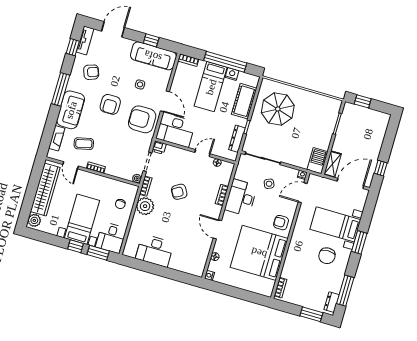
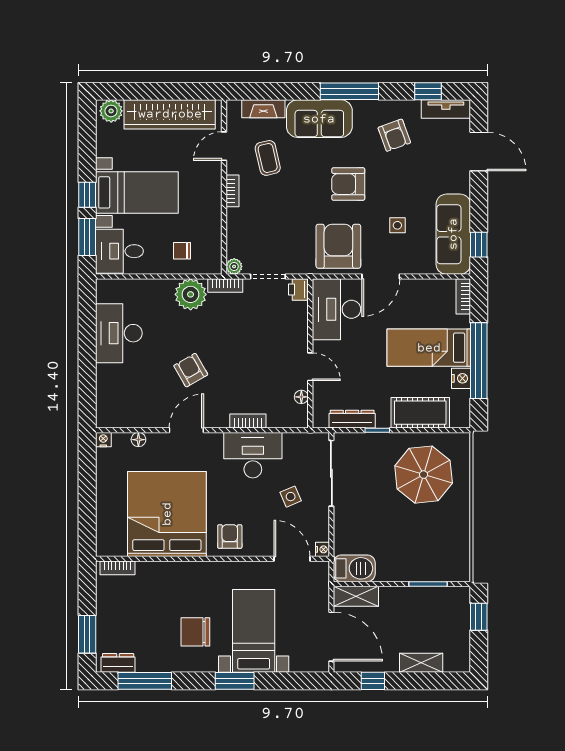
window: (151, 40) -> (479, 245), moved
shelving: (378, 139) -> (421, 663), added
armchair: (179, 192) -> (191, 370), moved

